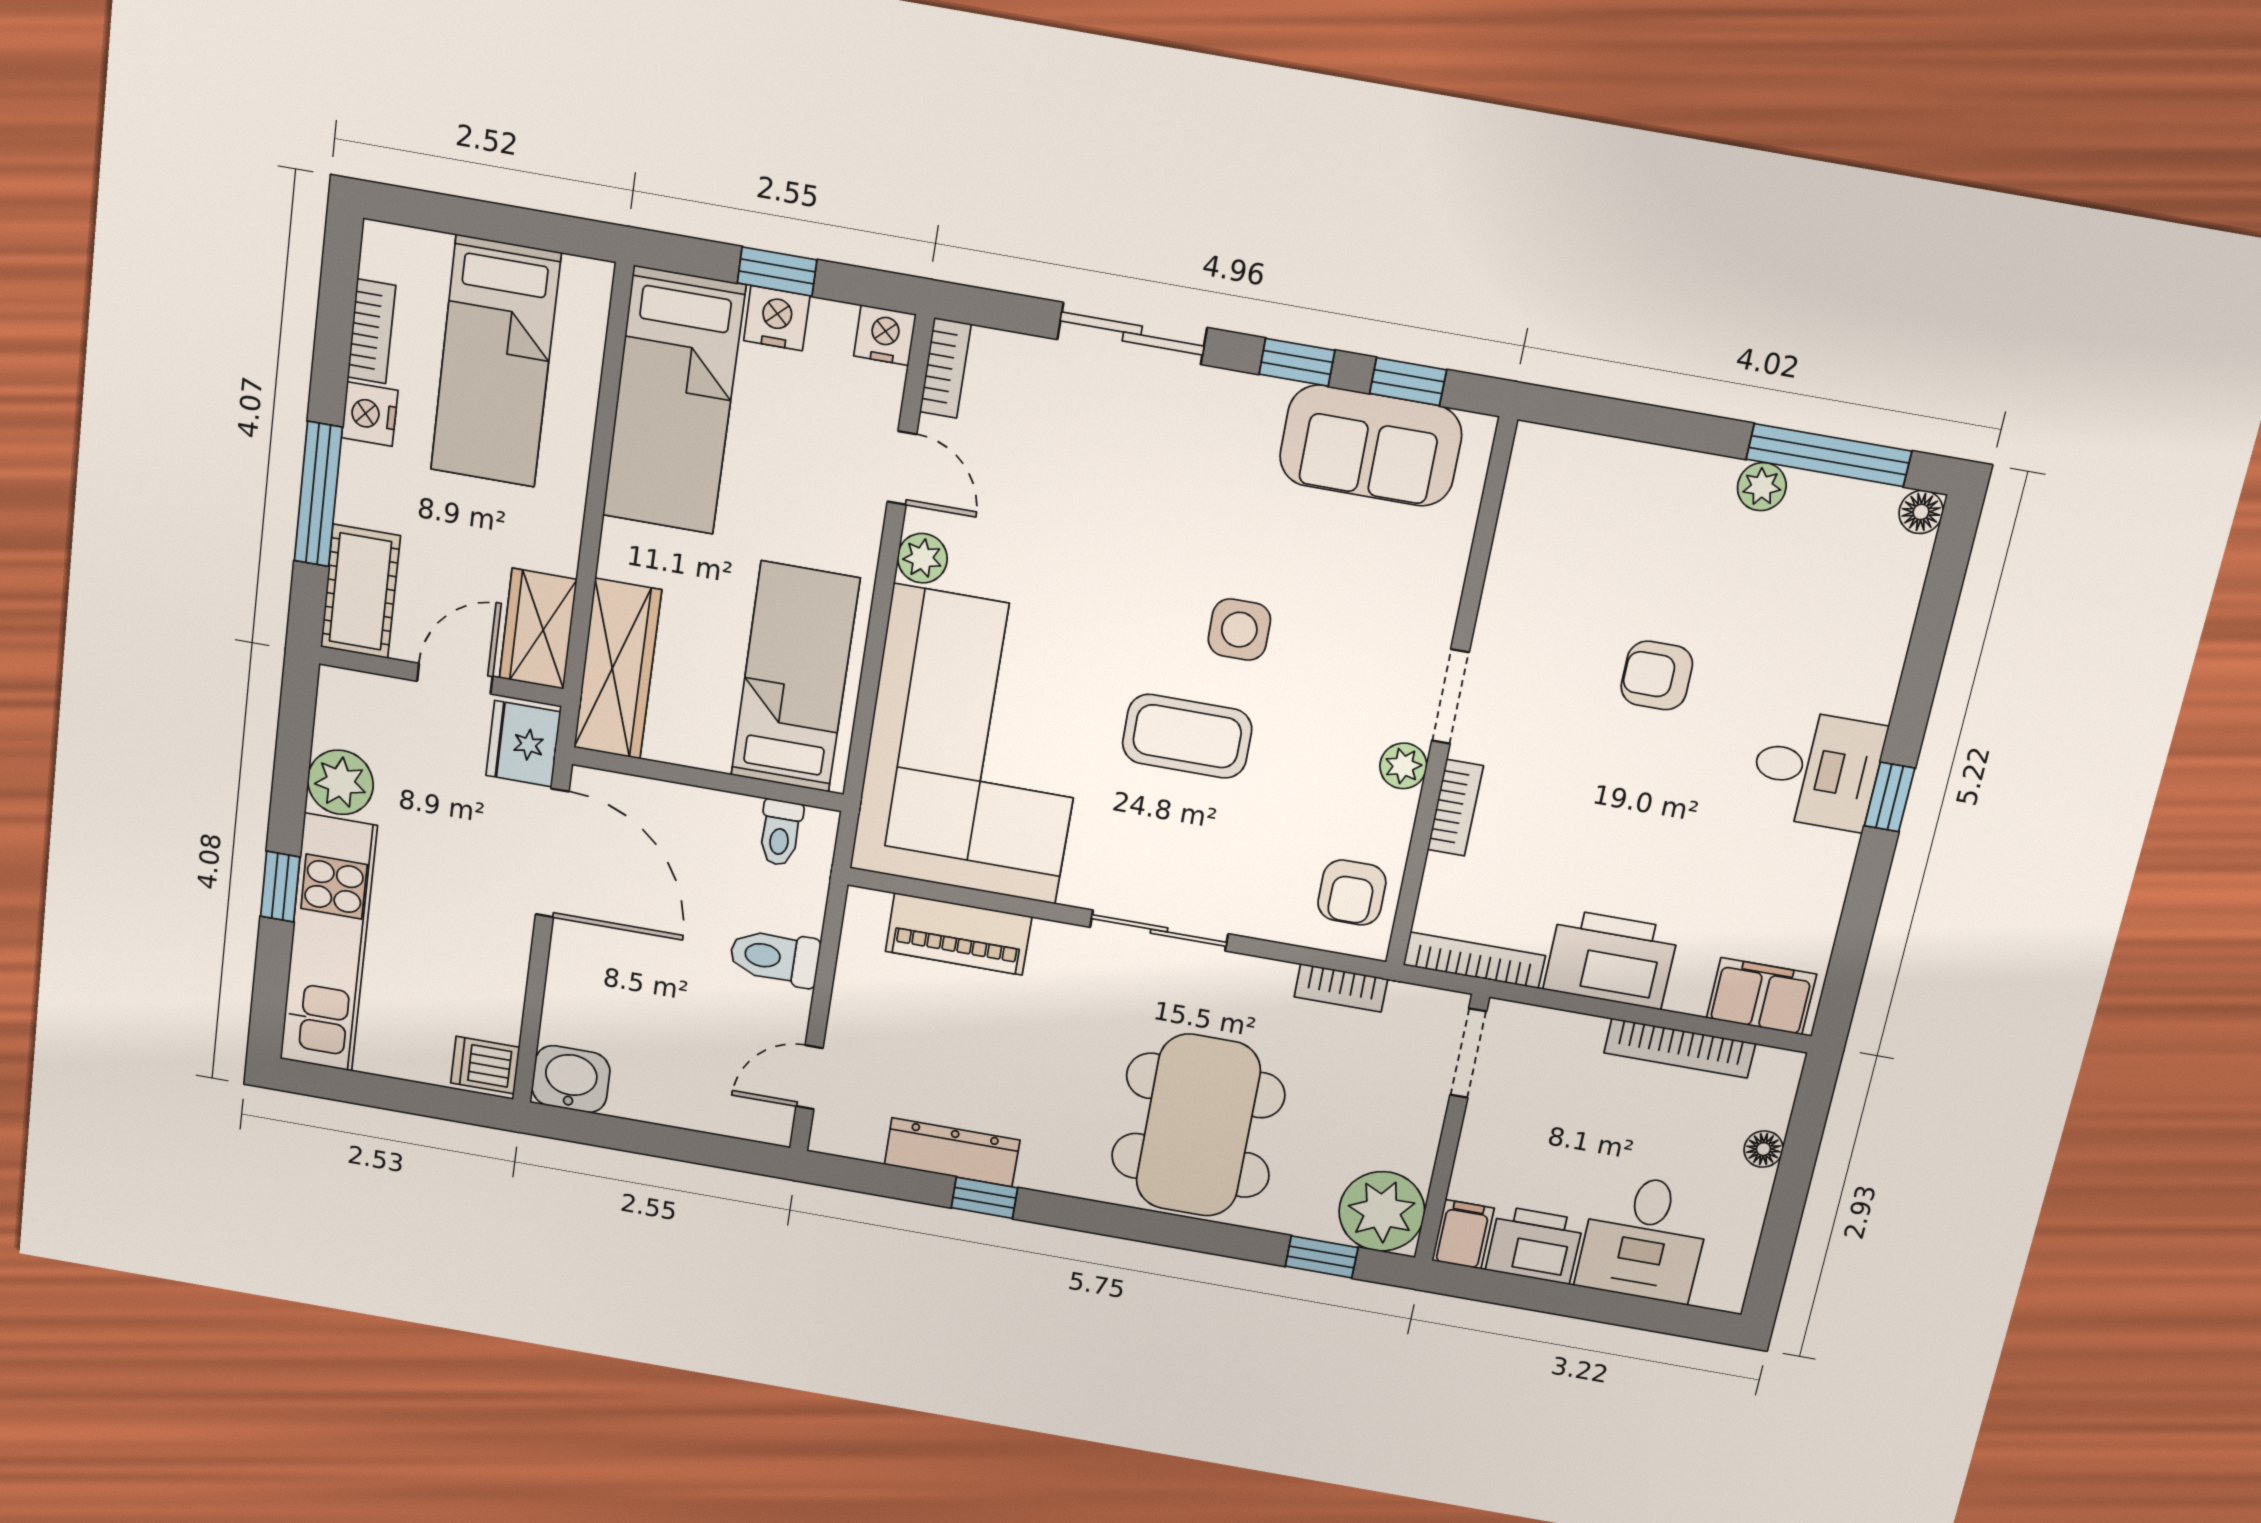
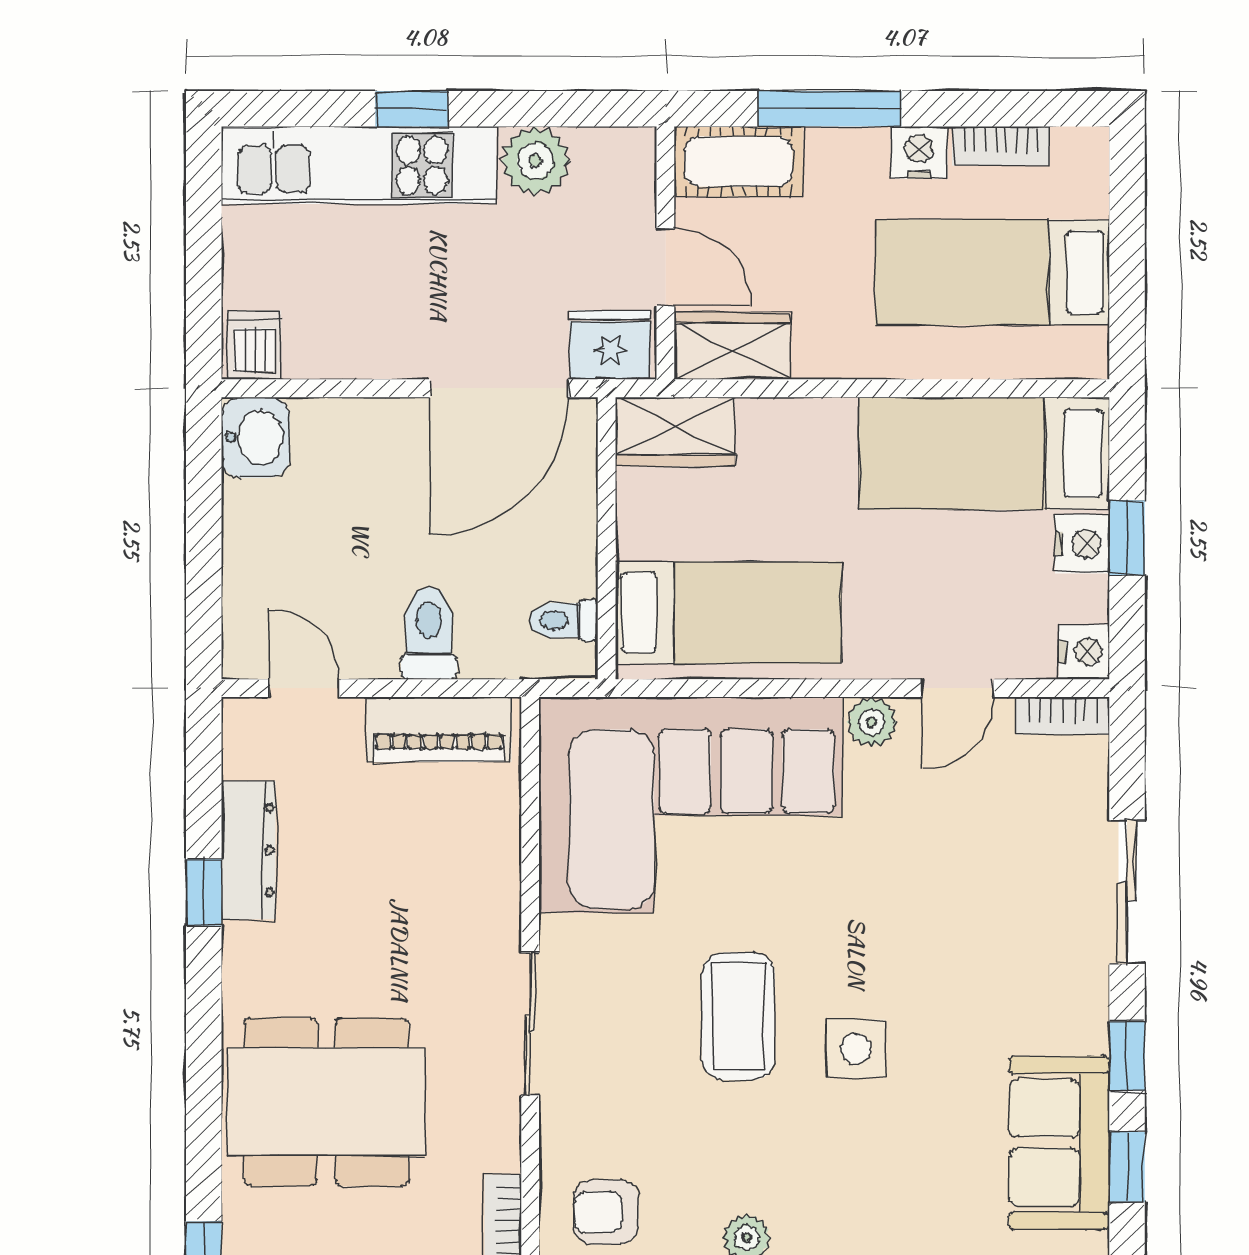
wardrobe: (618, 669) -> (675, 432), width x0.67
piano: (959, 934) -> (439, 729), moved, turned -90

